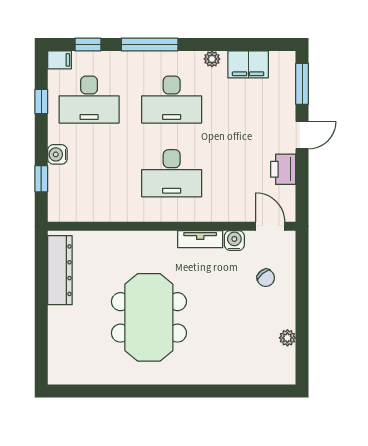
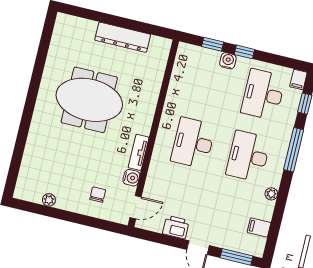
filing cabinet: (248, 64) -> (259, 228), width x0.50
window: (41, 101) -> (244, 52), moved
dresser: (60, 270) -> (123, 37), moved
chair: (266, 278) -> (98, 195), turned 130

